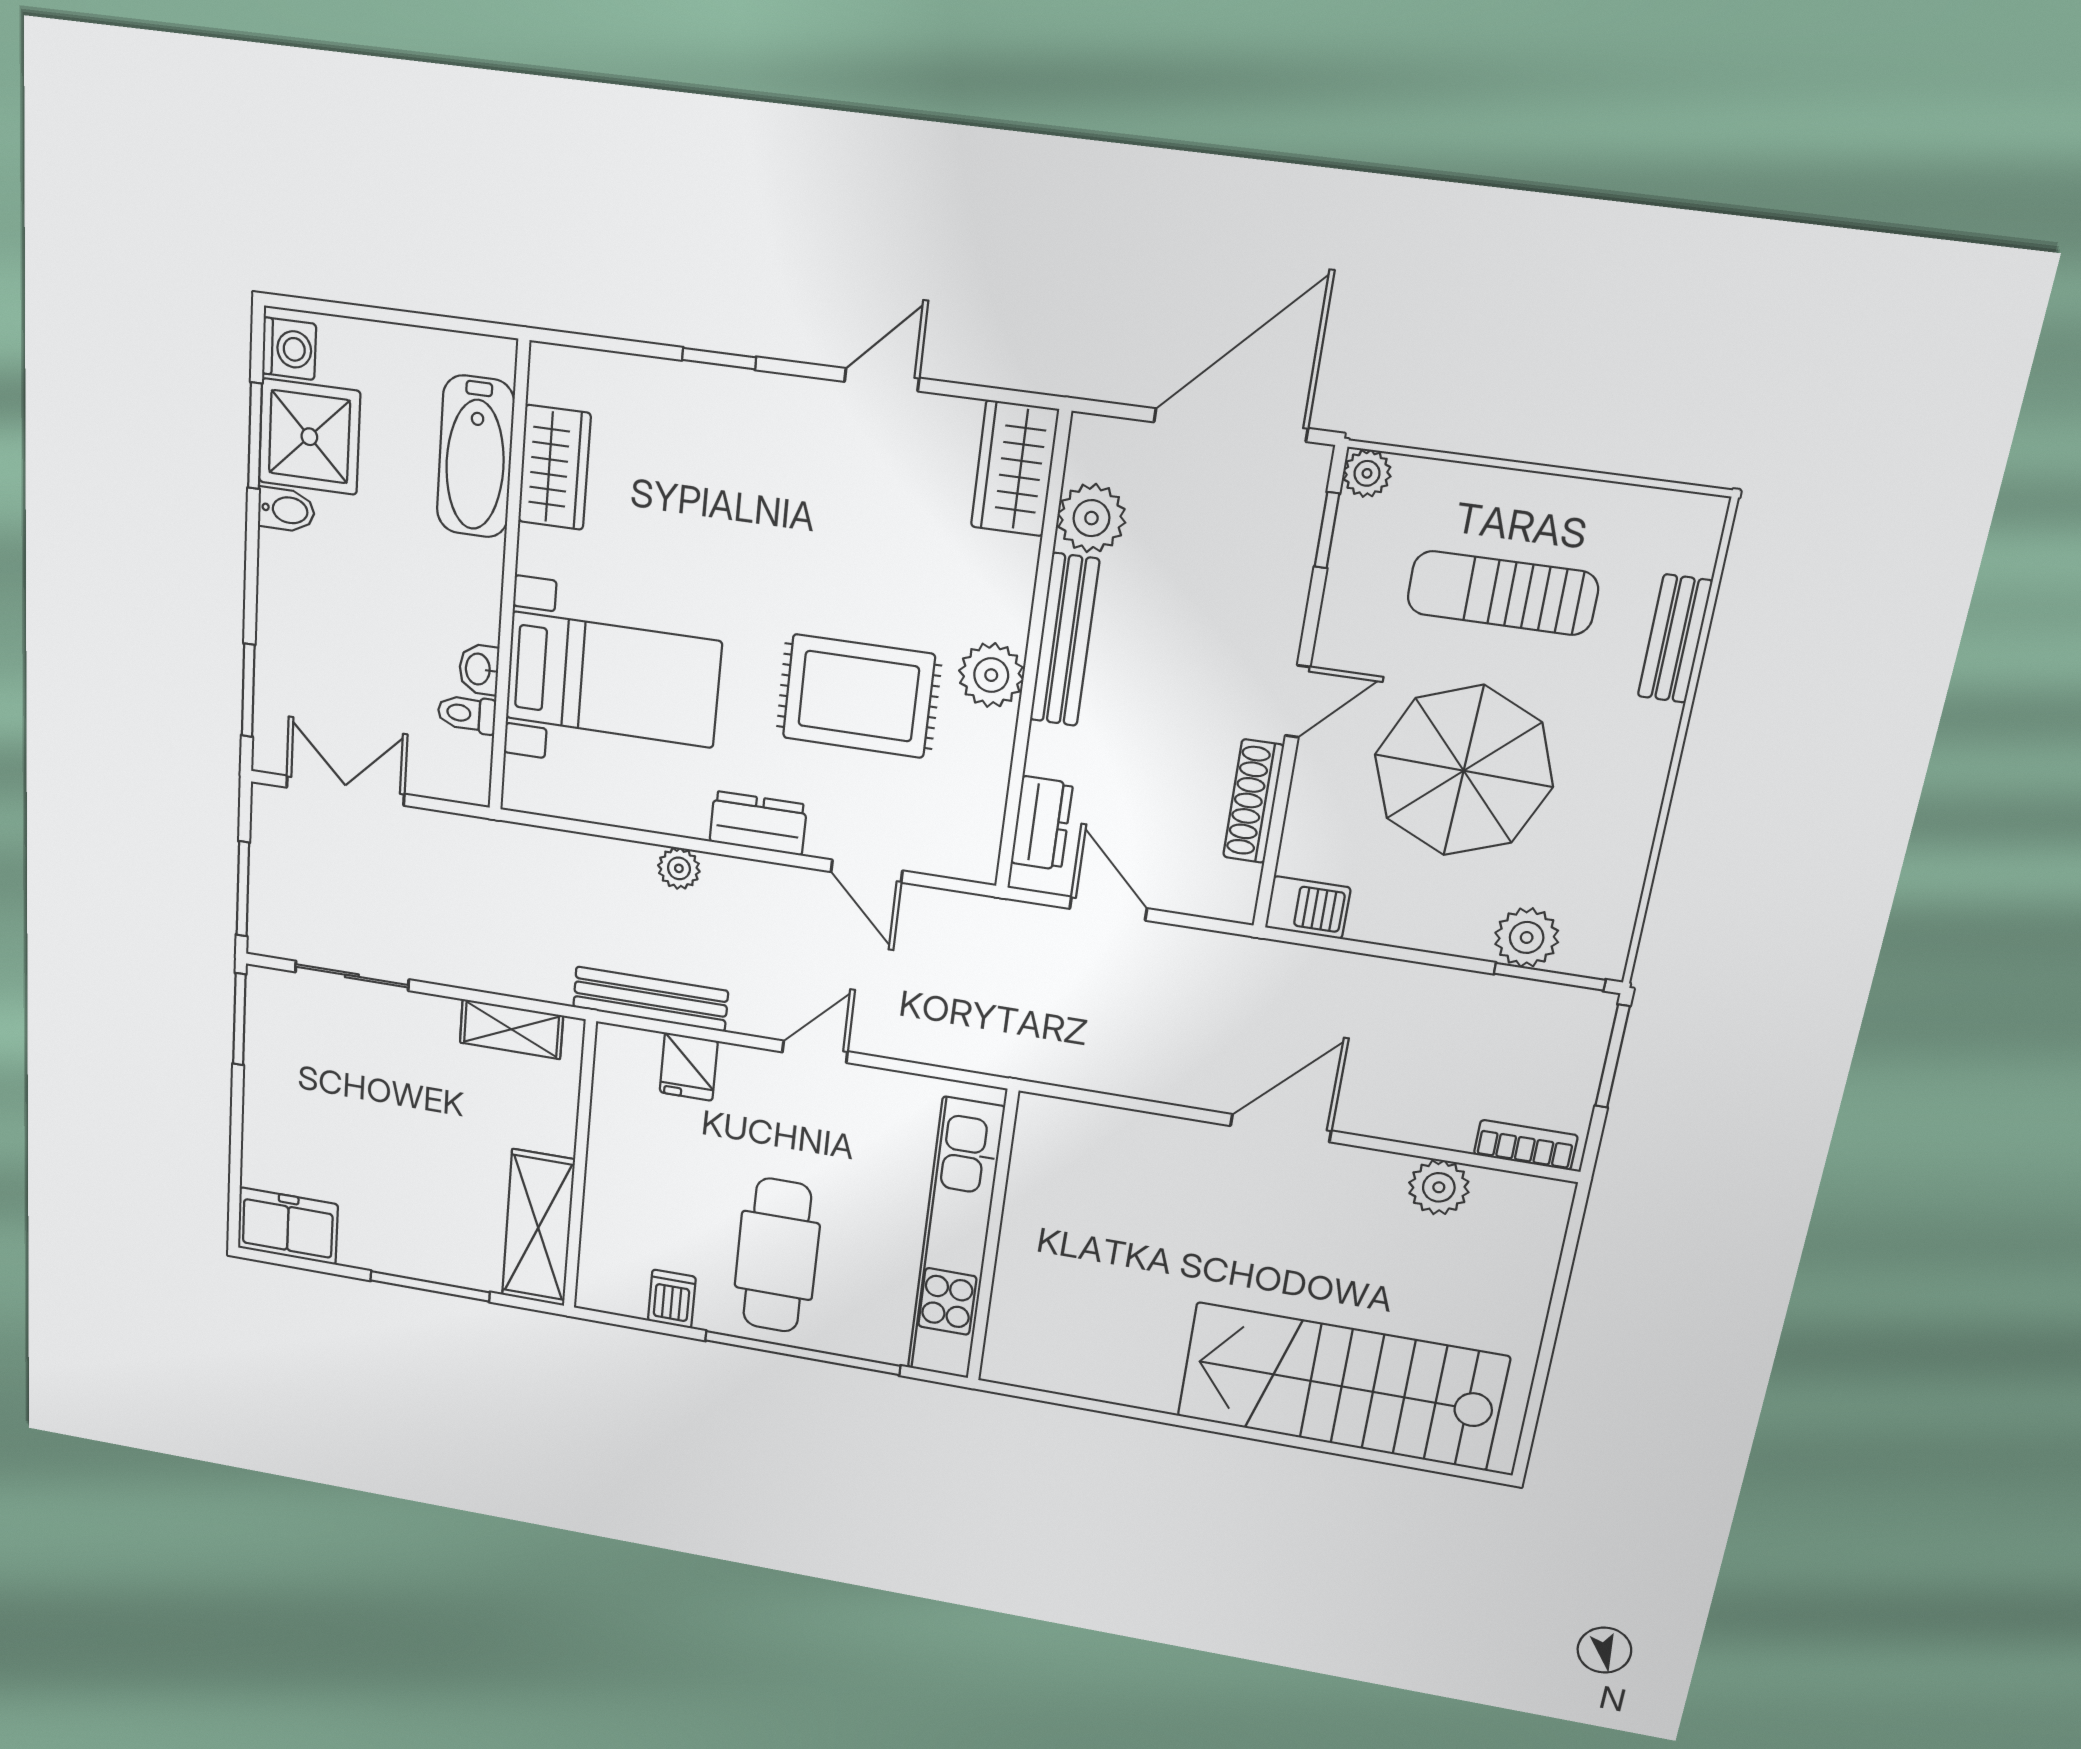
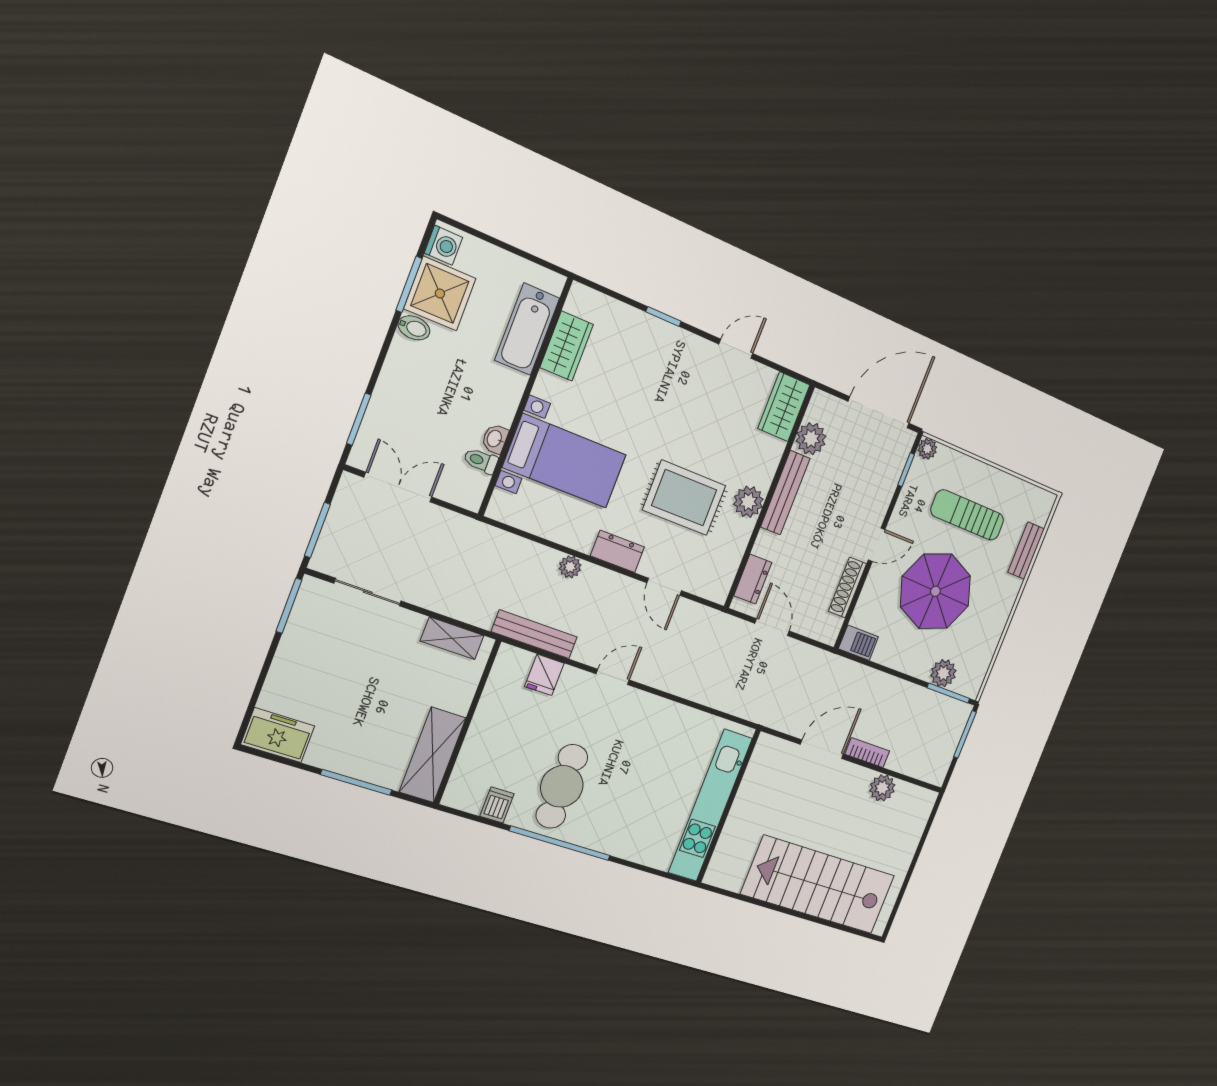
bookcase: (1526, 1145) -> (867, 753), moved
wall: (993, 1237) -> (728, 806), moved
kitchen unit: (956, 1240) -> (710, 805), moved

